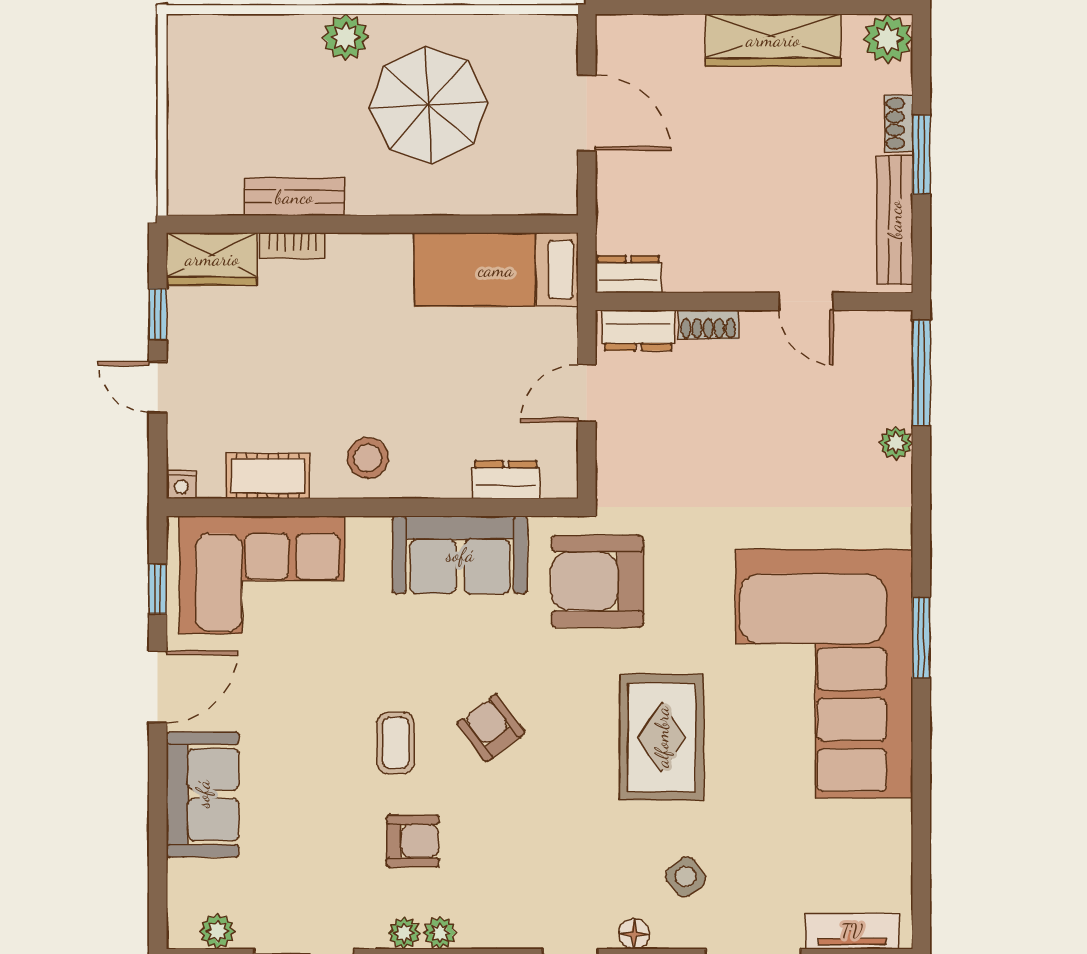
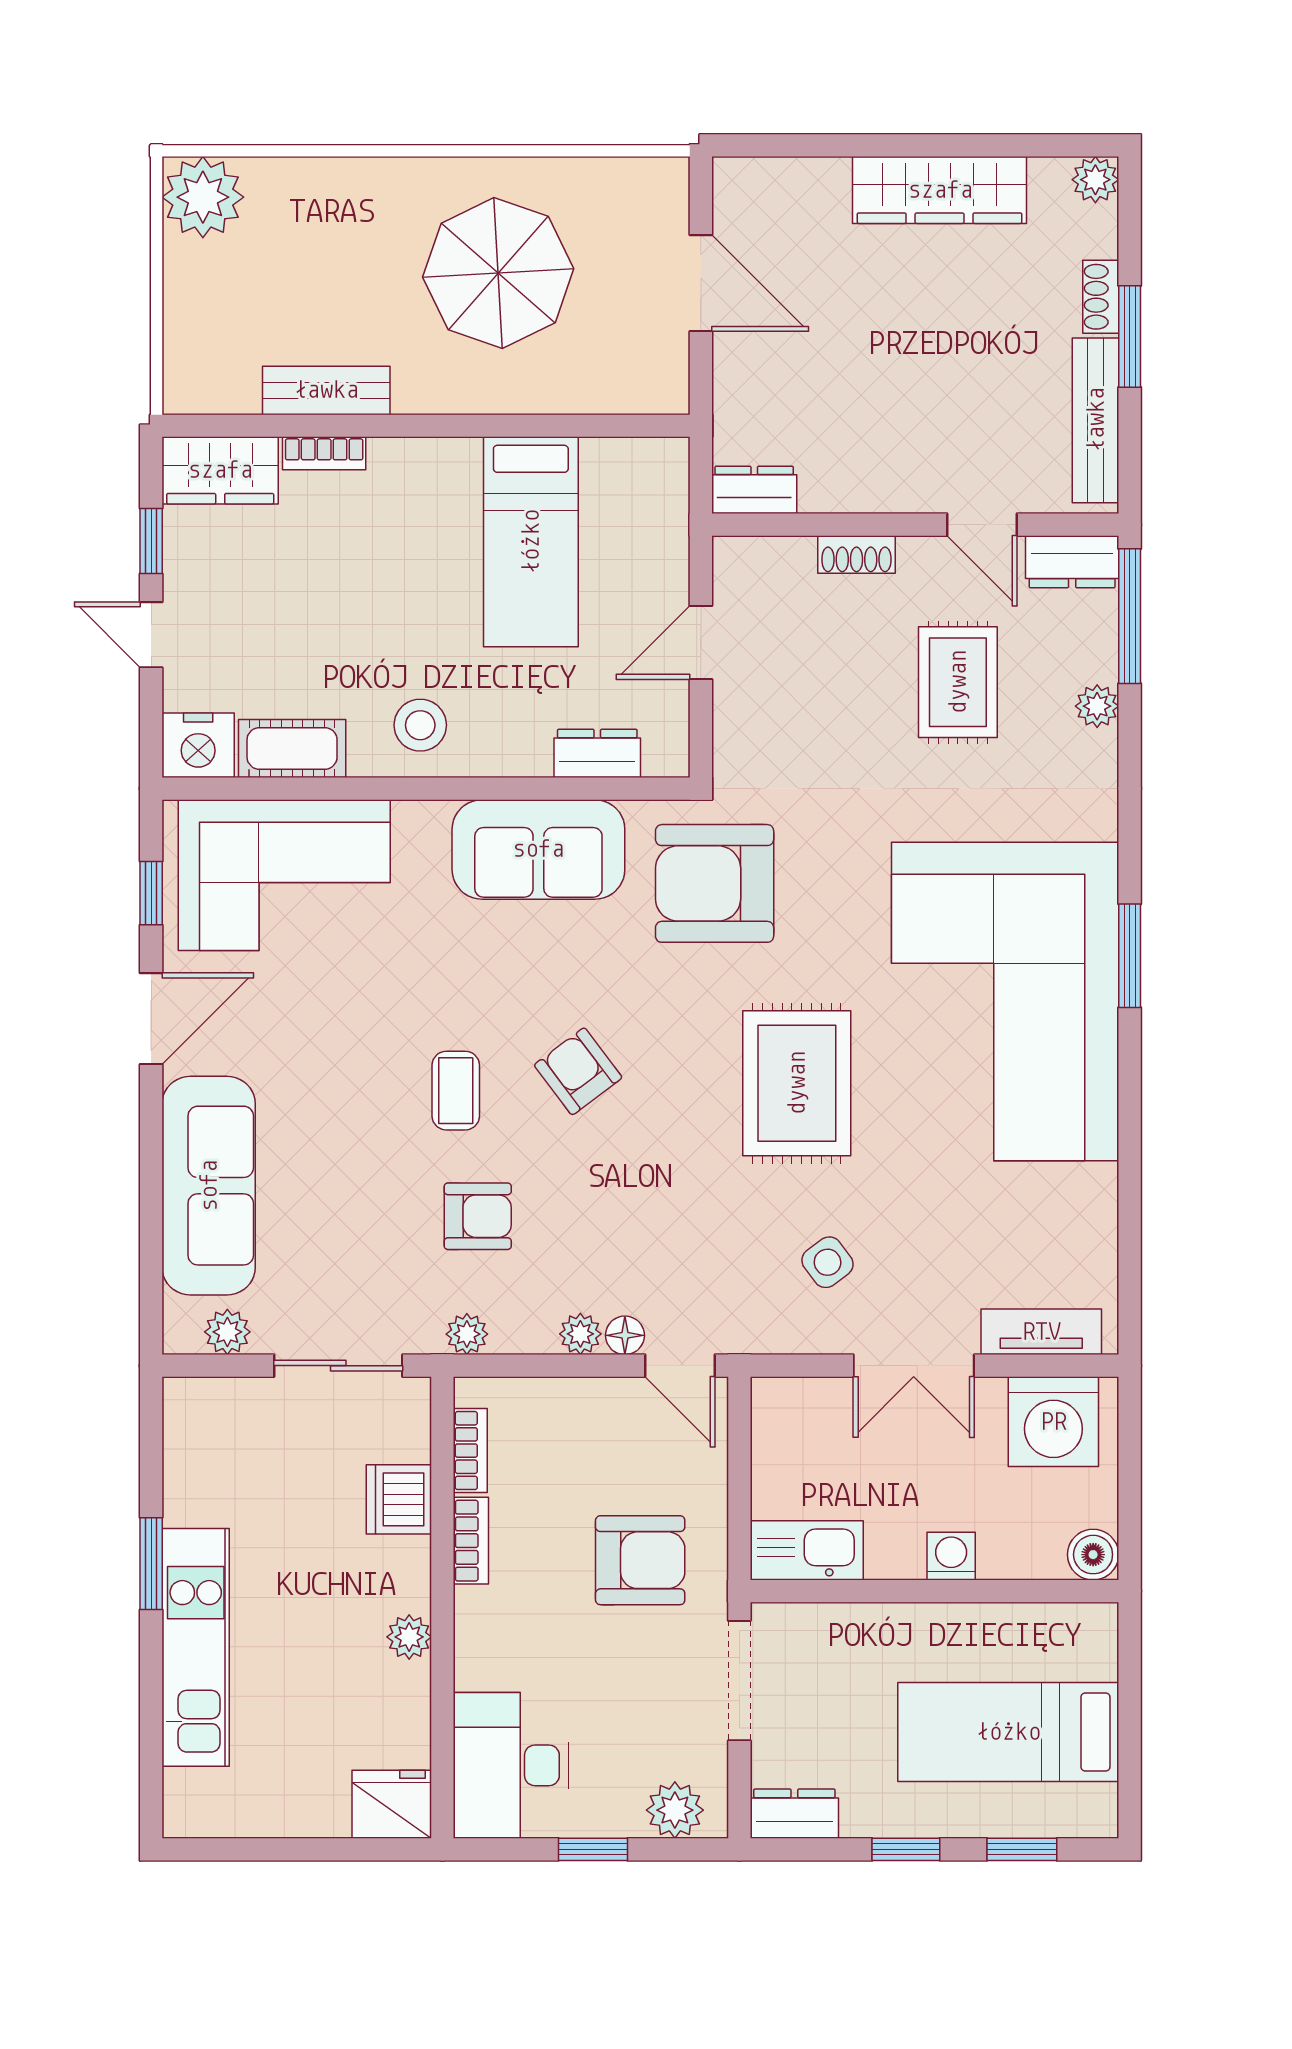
plant: (346, 37) -> (203, 197), moved, width x1.36, depth x1.36
plant: (888, 39) -> (1095, 180), width x0.73, depth x0.73
bed: (496, 270) -> (531, 542), moved, turned -90
dresser: (638, 330) -> (1072, 562), moved
rug: (787, 424) -> (958, 682), added
nightstand: (181, 485) -> (198, 745), width x1.89, depth x1.79
sofa: (203, 794) -> (209, 1186), width x1.36
plant: (440, 933) -> (580, 1334), moved
floor lamp: (634, 934) -> (625, 1335), moved

